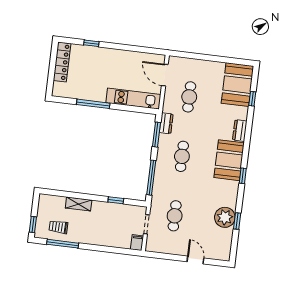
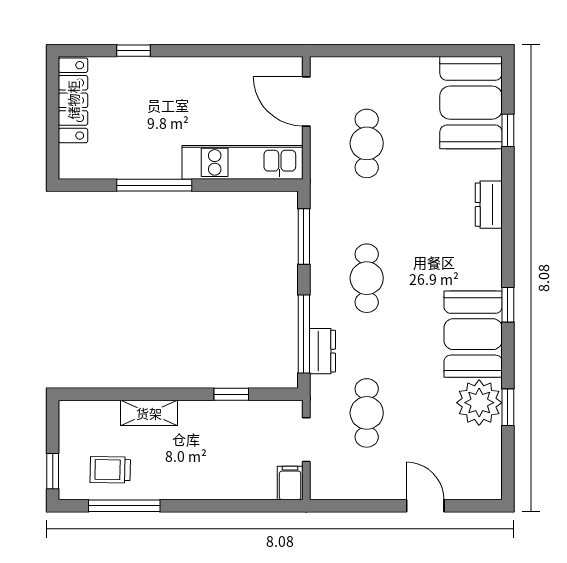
dresser: (166, 123) -> (323, 351), moved
booth: (229, 160) -> (473, 334), moved

